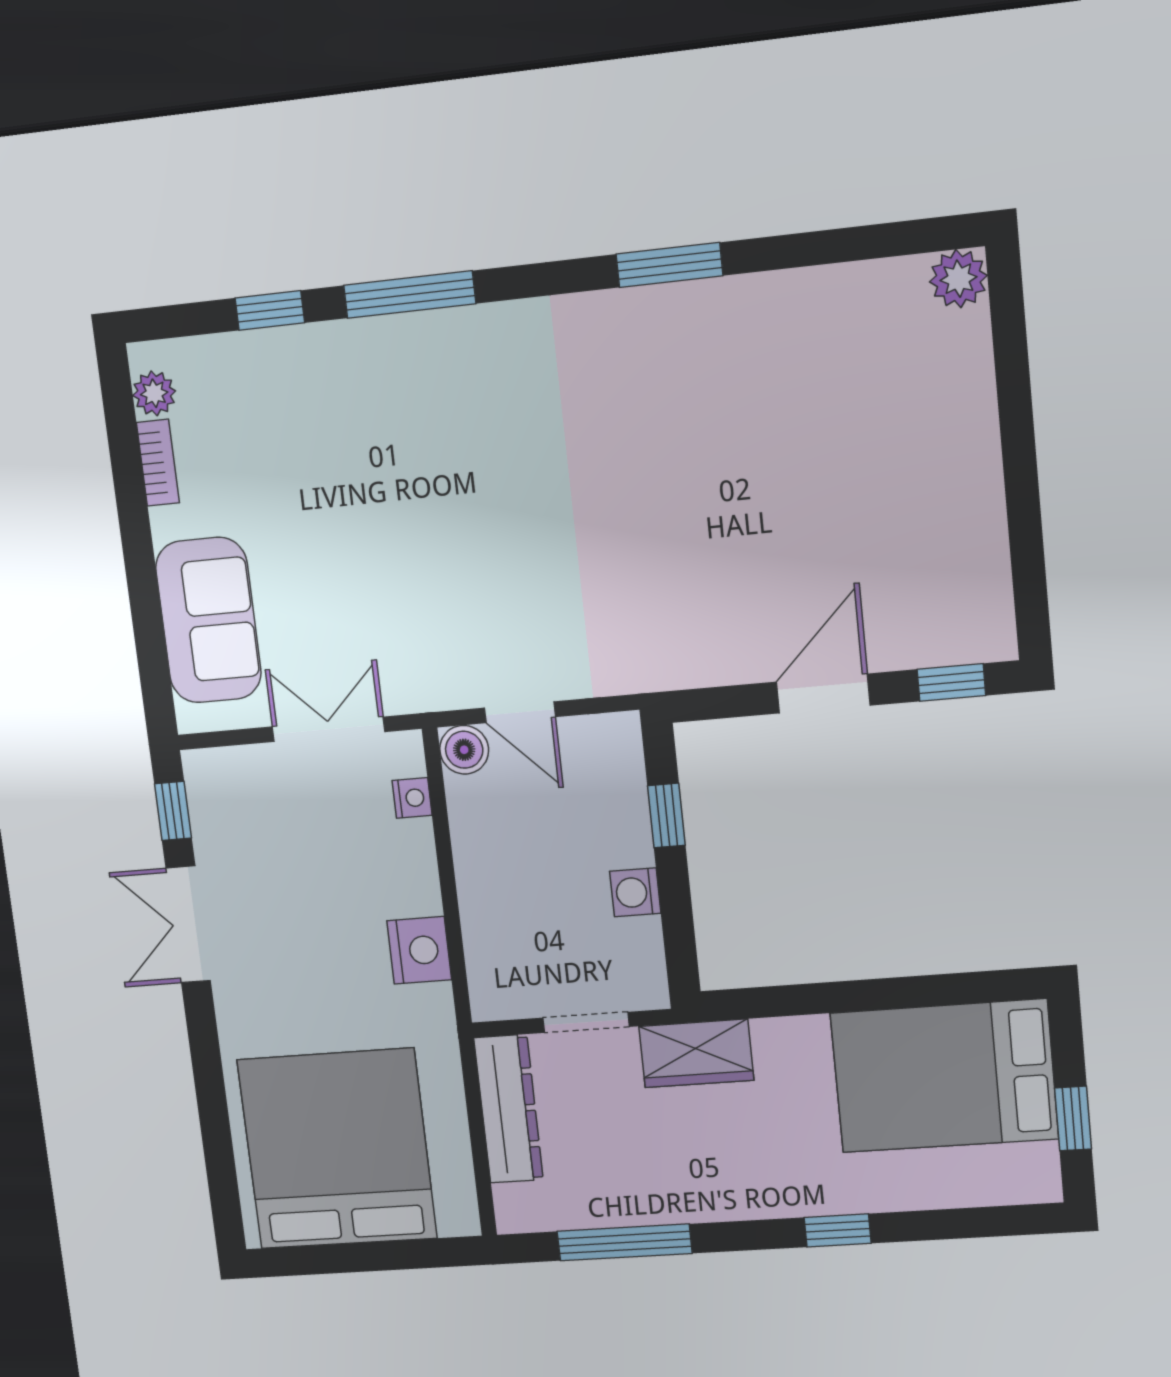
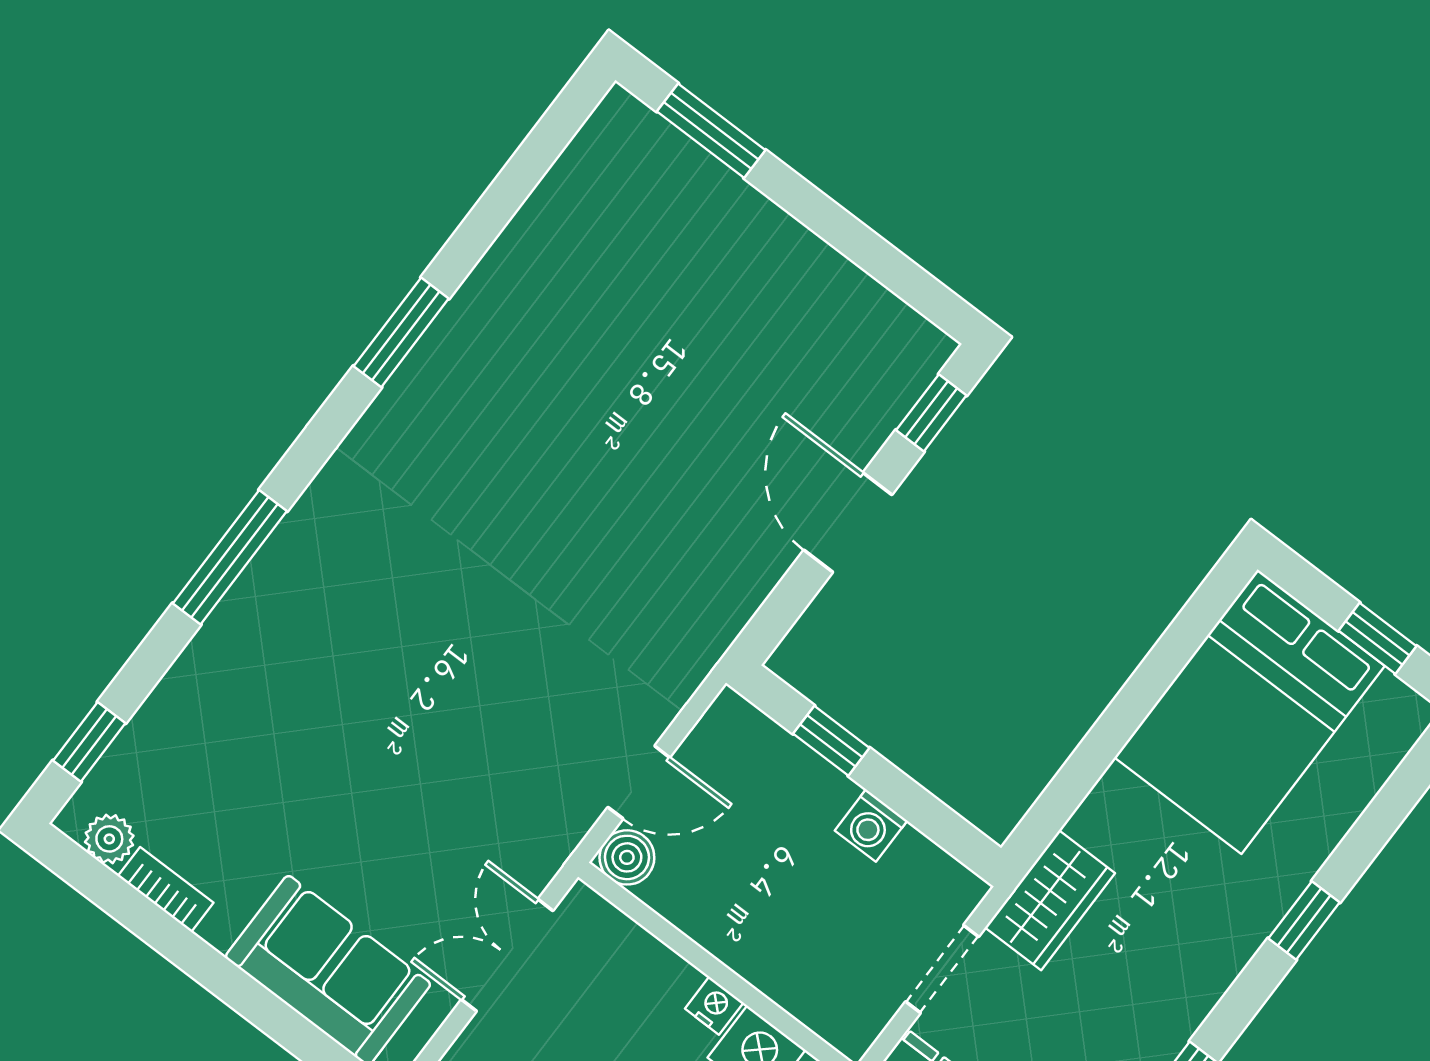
plant: (958, 279) -> (621, 122), removed
window: (270, 310) -> (89, 742), moved
window: (1010, 348) -> (711, 131), added
nightstand: (412, 798) -> (714, 1006), moved

